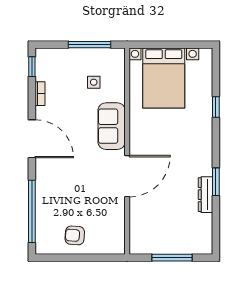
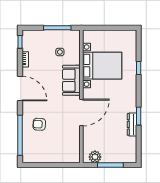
bed with nightstands: (164, 78) -> (102, 66), moved, turned -90
armchair: (75, 235) -> (39, 124), moved
plant: (148, 245) -> (95, 157), added

